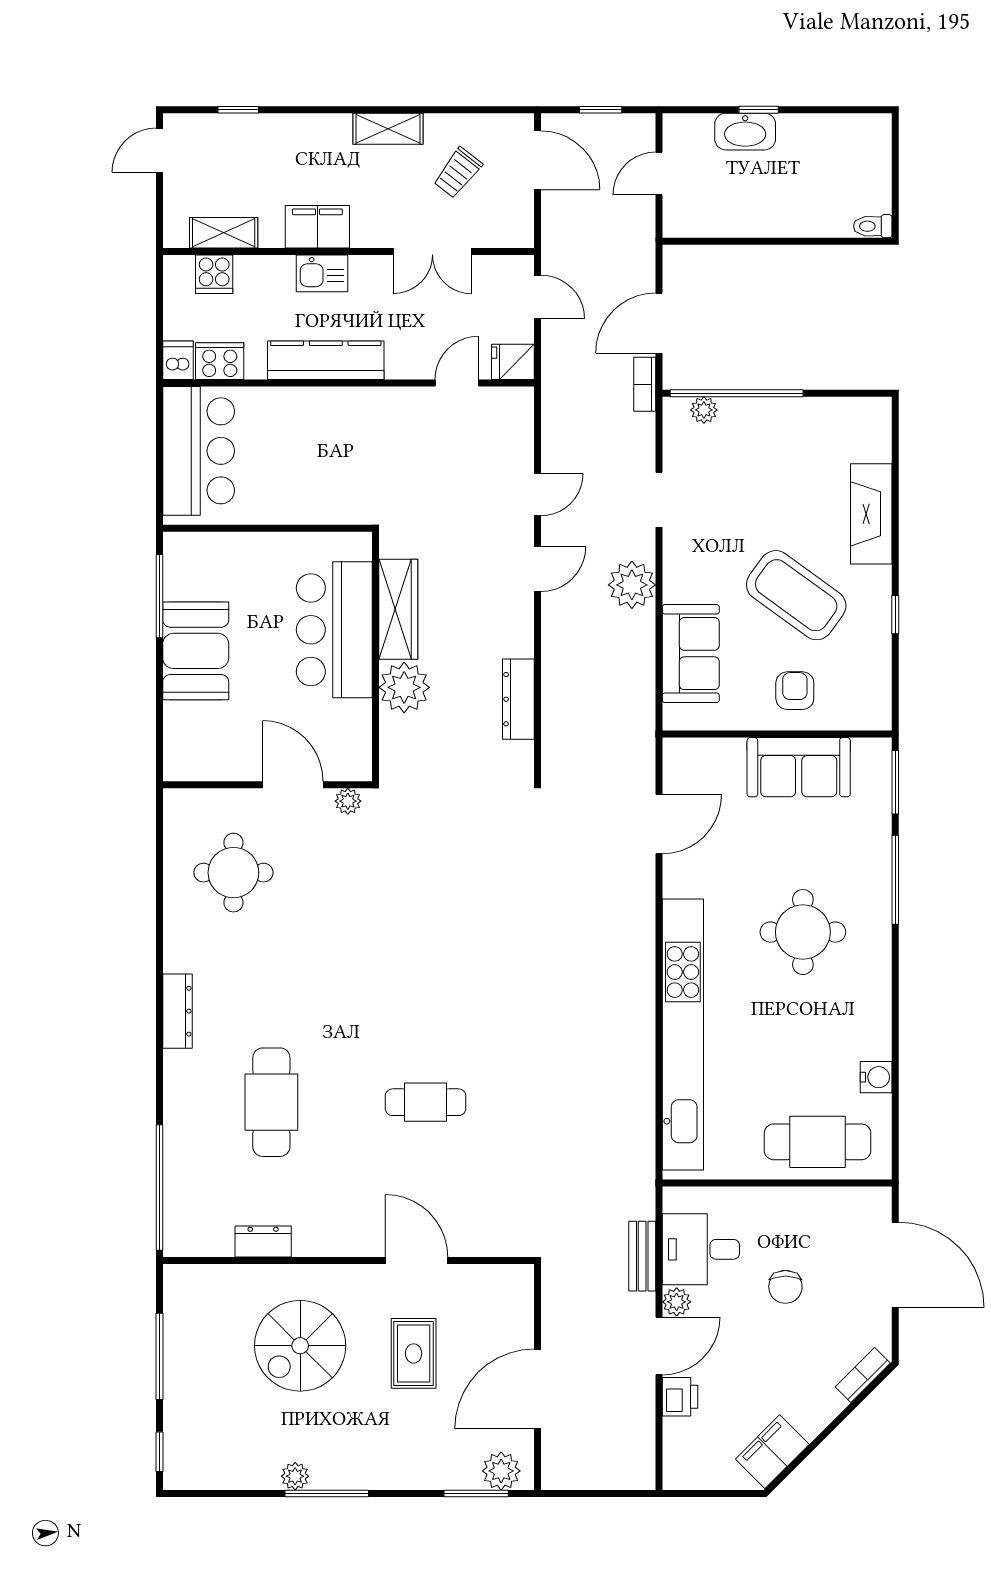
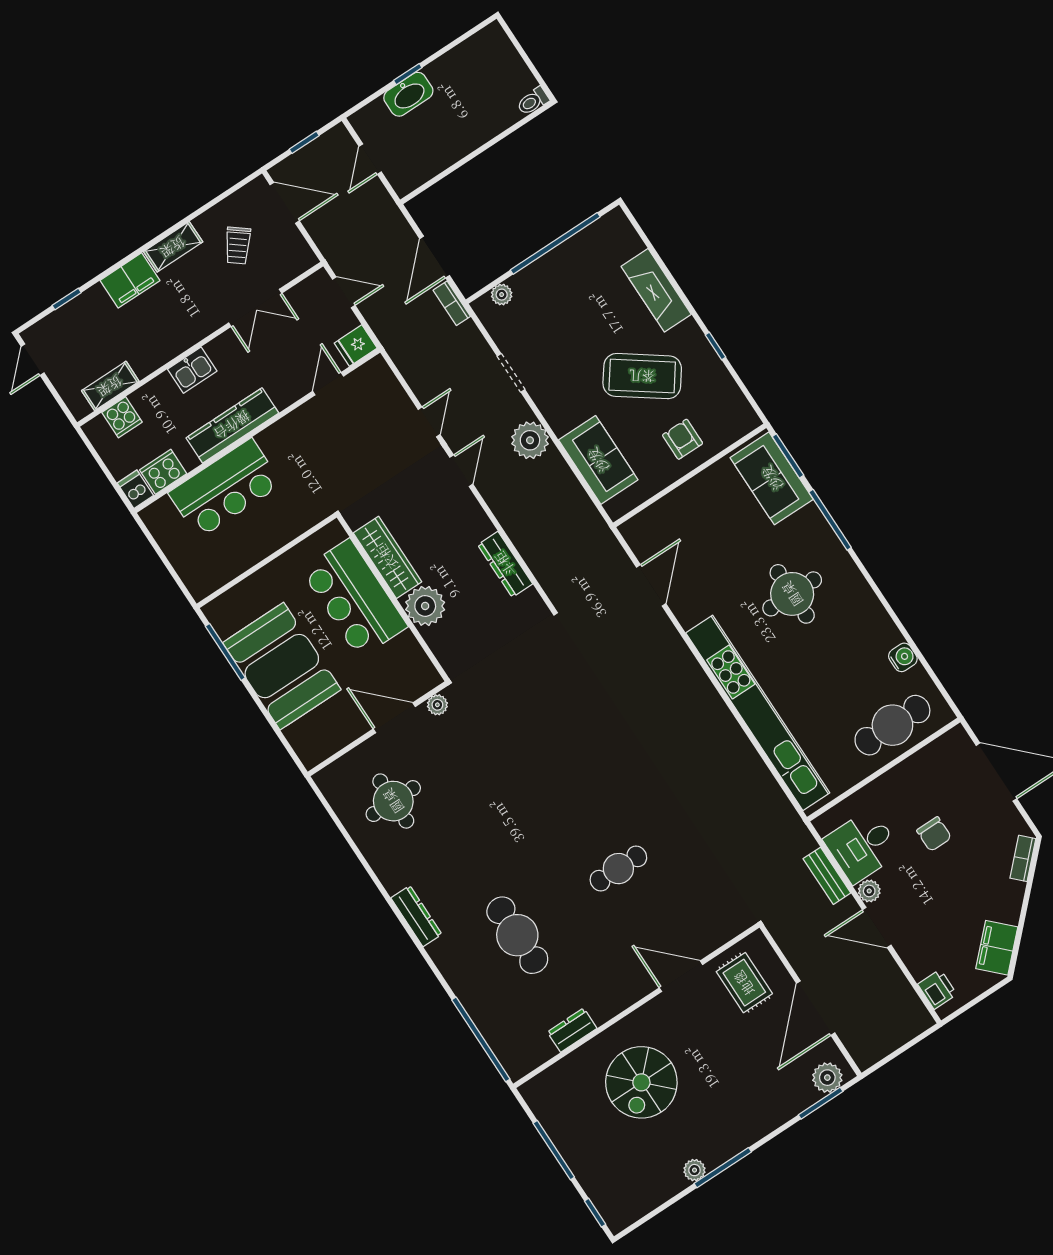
filing cabinet: (317, 227) -> (130, 280), moved, turned 180
window: (737, 393) -> (555, 243), moved
bar counter: (199, 451) -> (225, 488), moved, turned 90
booth: (196, 651) -> (282, 666), width x1.36, depth x1.42
sofa: (799, 767) -> (772, 478), moved, turned 90
door: (659, 1346) -> (877, 927), swing flipped
rug: (414, 1353) -> (744, 983), moved
printer: (680, 1397) -> (937, 989), moved

